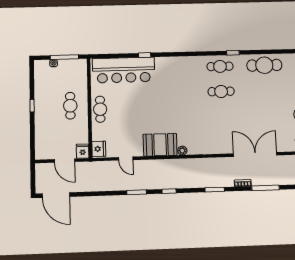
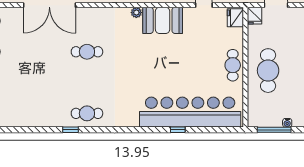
cafe table: (264, 65) -> (33, 113), removed
bar counter: (124, 70) -> (190, 112), width x1.36
cafe table: (221, 91) -> (87, 52), moved
cafe table: (70, 106) -> (268, 71), width x1.37, depth x1.35

